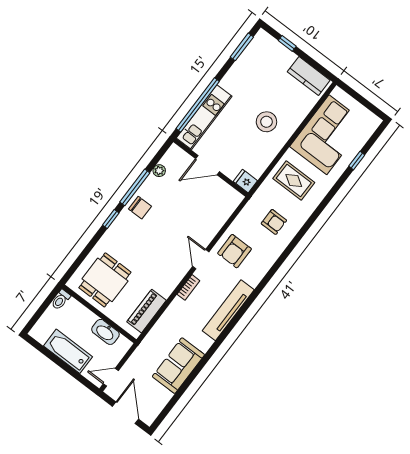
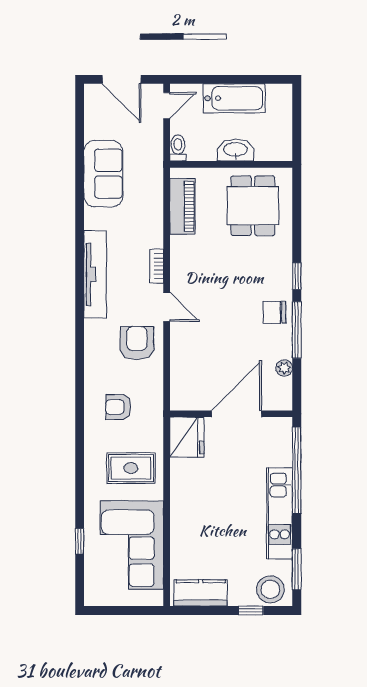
kitchen unit: (204, 117) -> (280, 513), moved
stool: (266, 122) -> (270, 589), moved
door: (208, 165) -> (237, 414), width x1.36
fridge: (245, 181) -> (187, 437), width x1.88, depth x1.34
toilet: (61, 300) -> (178, 148), moved
washbasin: (105, 332) -> (235, 150), moved

